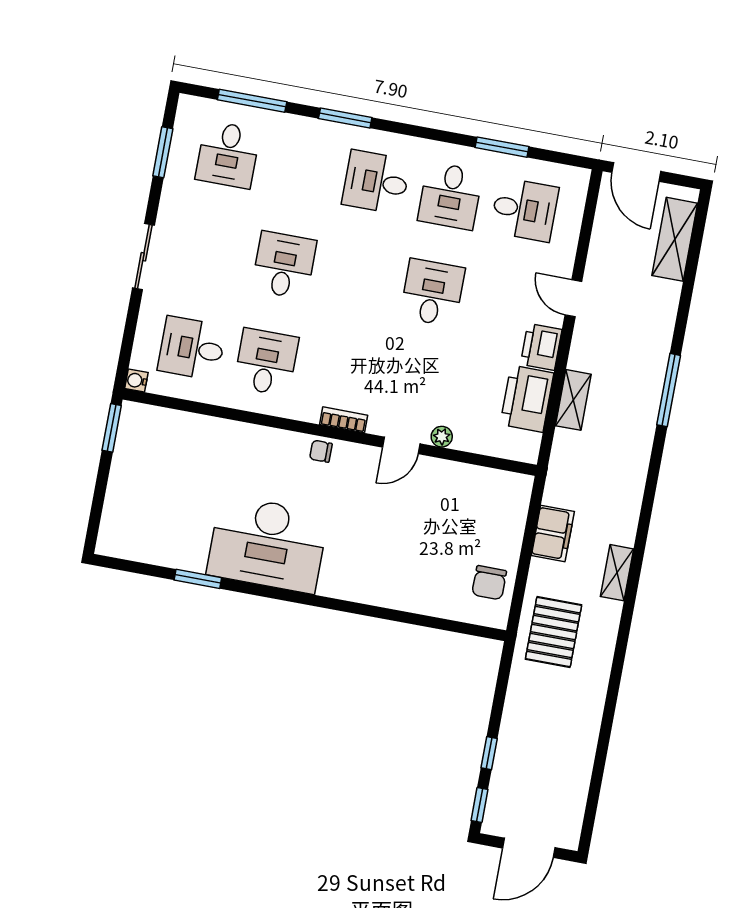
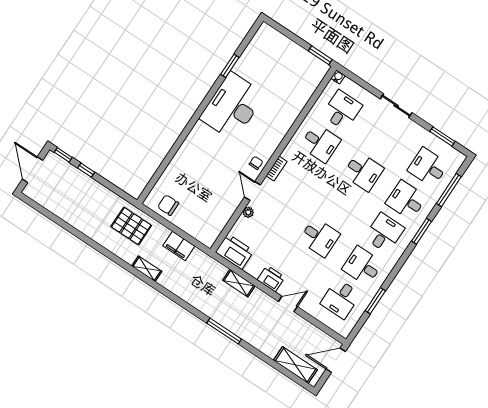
desk: (302, 168) -> (406, 200), added
printer: (527, 399) -> (235, 252), moved
chair: (321, 451) -> (256, 163), moved

